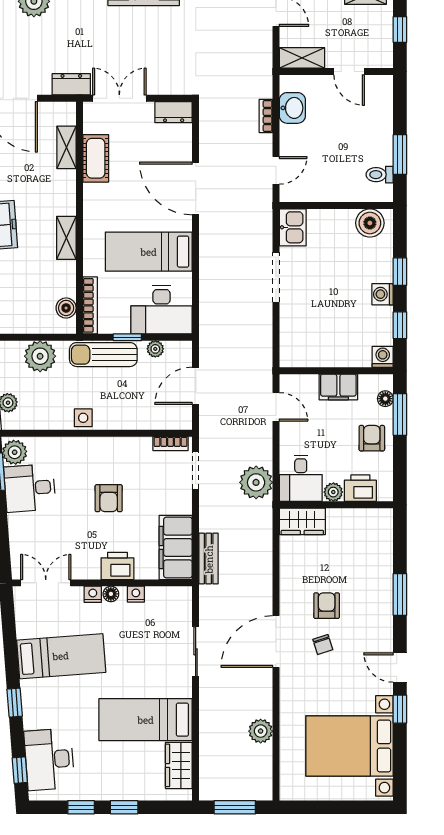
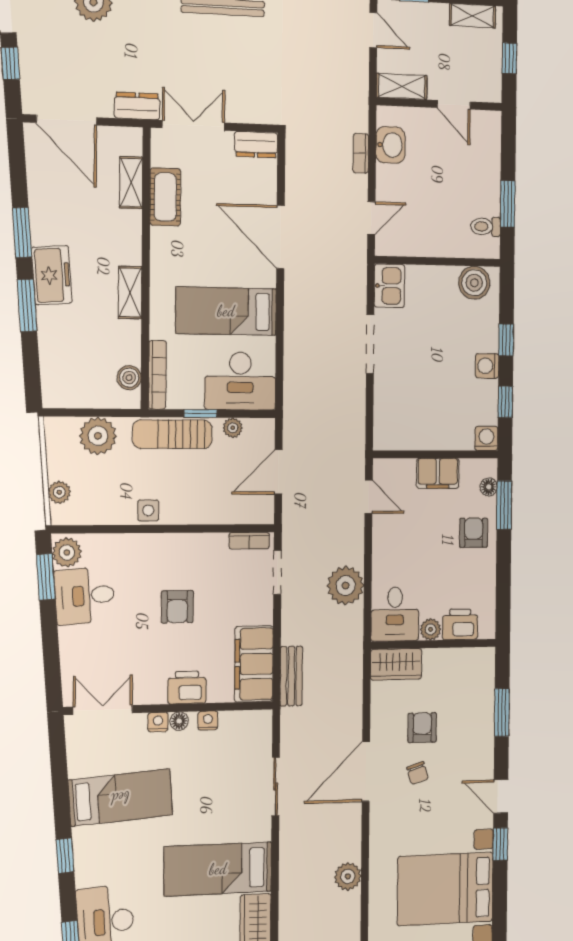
desk: (301, 478) -> (395, 614), moved
printer: (360, 488) -> (460, 624), moved
plant: (333, 492) -> (431, 629), moved
wall: (336, 505) -> (434, 644), moved
wardrobe: (302, 521) -> (396, 664), moved

